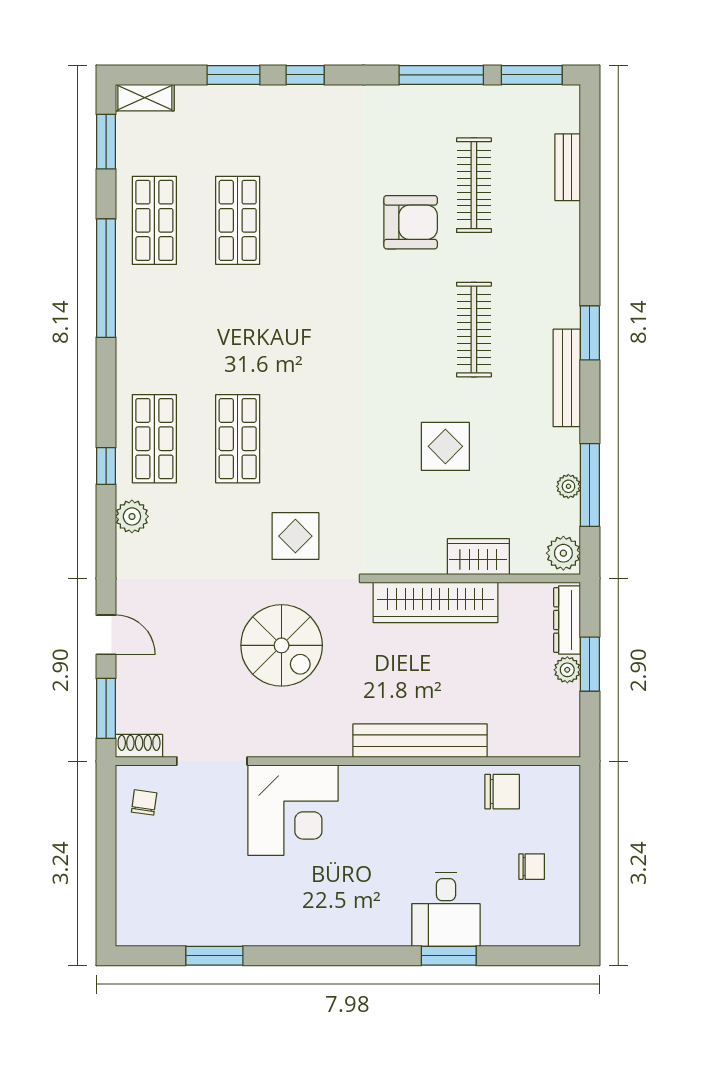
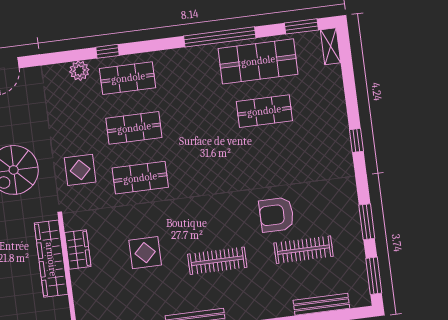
window: (233, 75) -> (351, 98), removed
window: (441, 75) -> (367, 222), width x0.69
bench: (568, 167) -> (321, 304), width x1.36
shop shelf: (154, 220) -> (258, 61), width x1.43, depth x1.36
armchair: (411, 222) -> (276, 215), turned 90
shop shelf: (321, 439) -> (140, 178), added
wardrobe: (478, 557) -> (78, 250), moved

